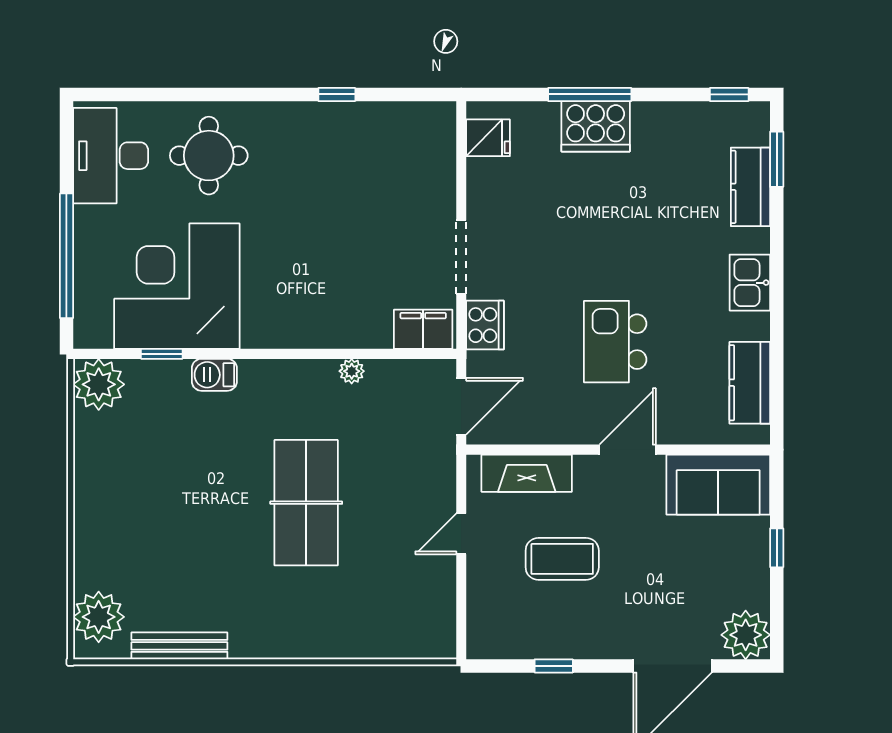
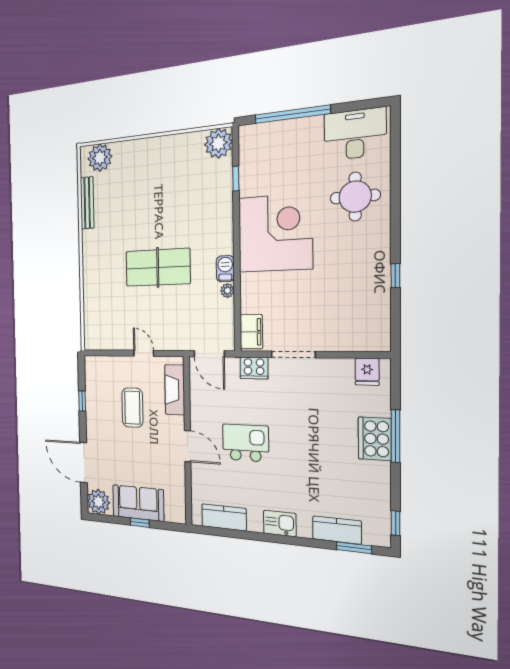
corner desk: (177, 286) -> (275, 233), moved
barbecue: (214, 375) -> (225, 269), moved
sofa: (718, 485) -> (138, 503), moved, turned 90

